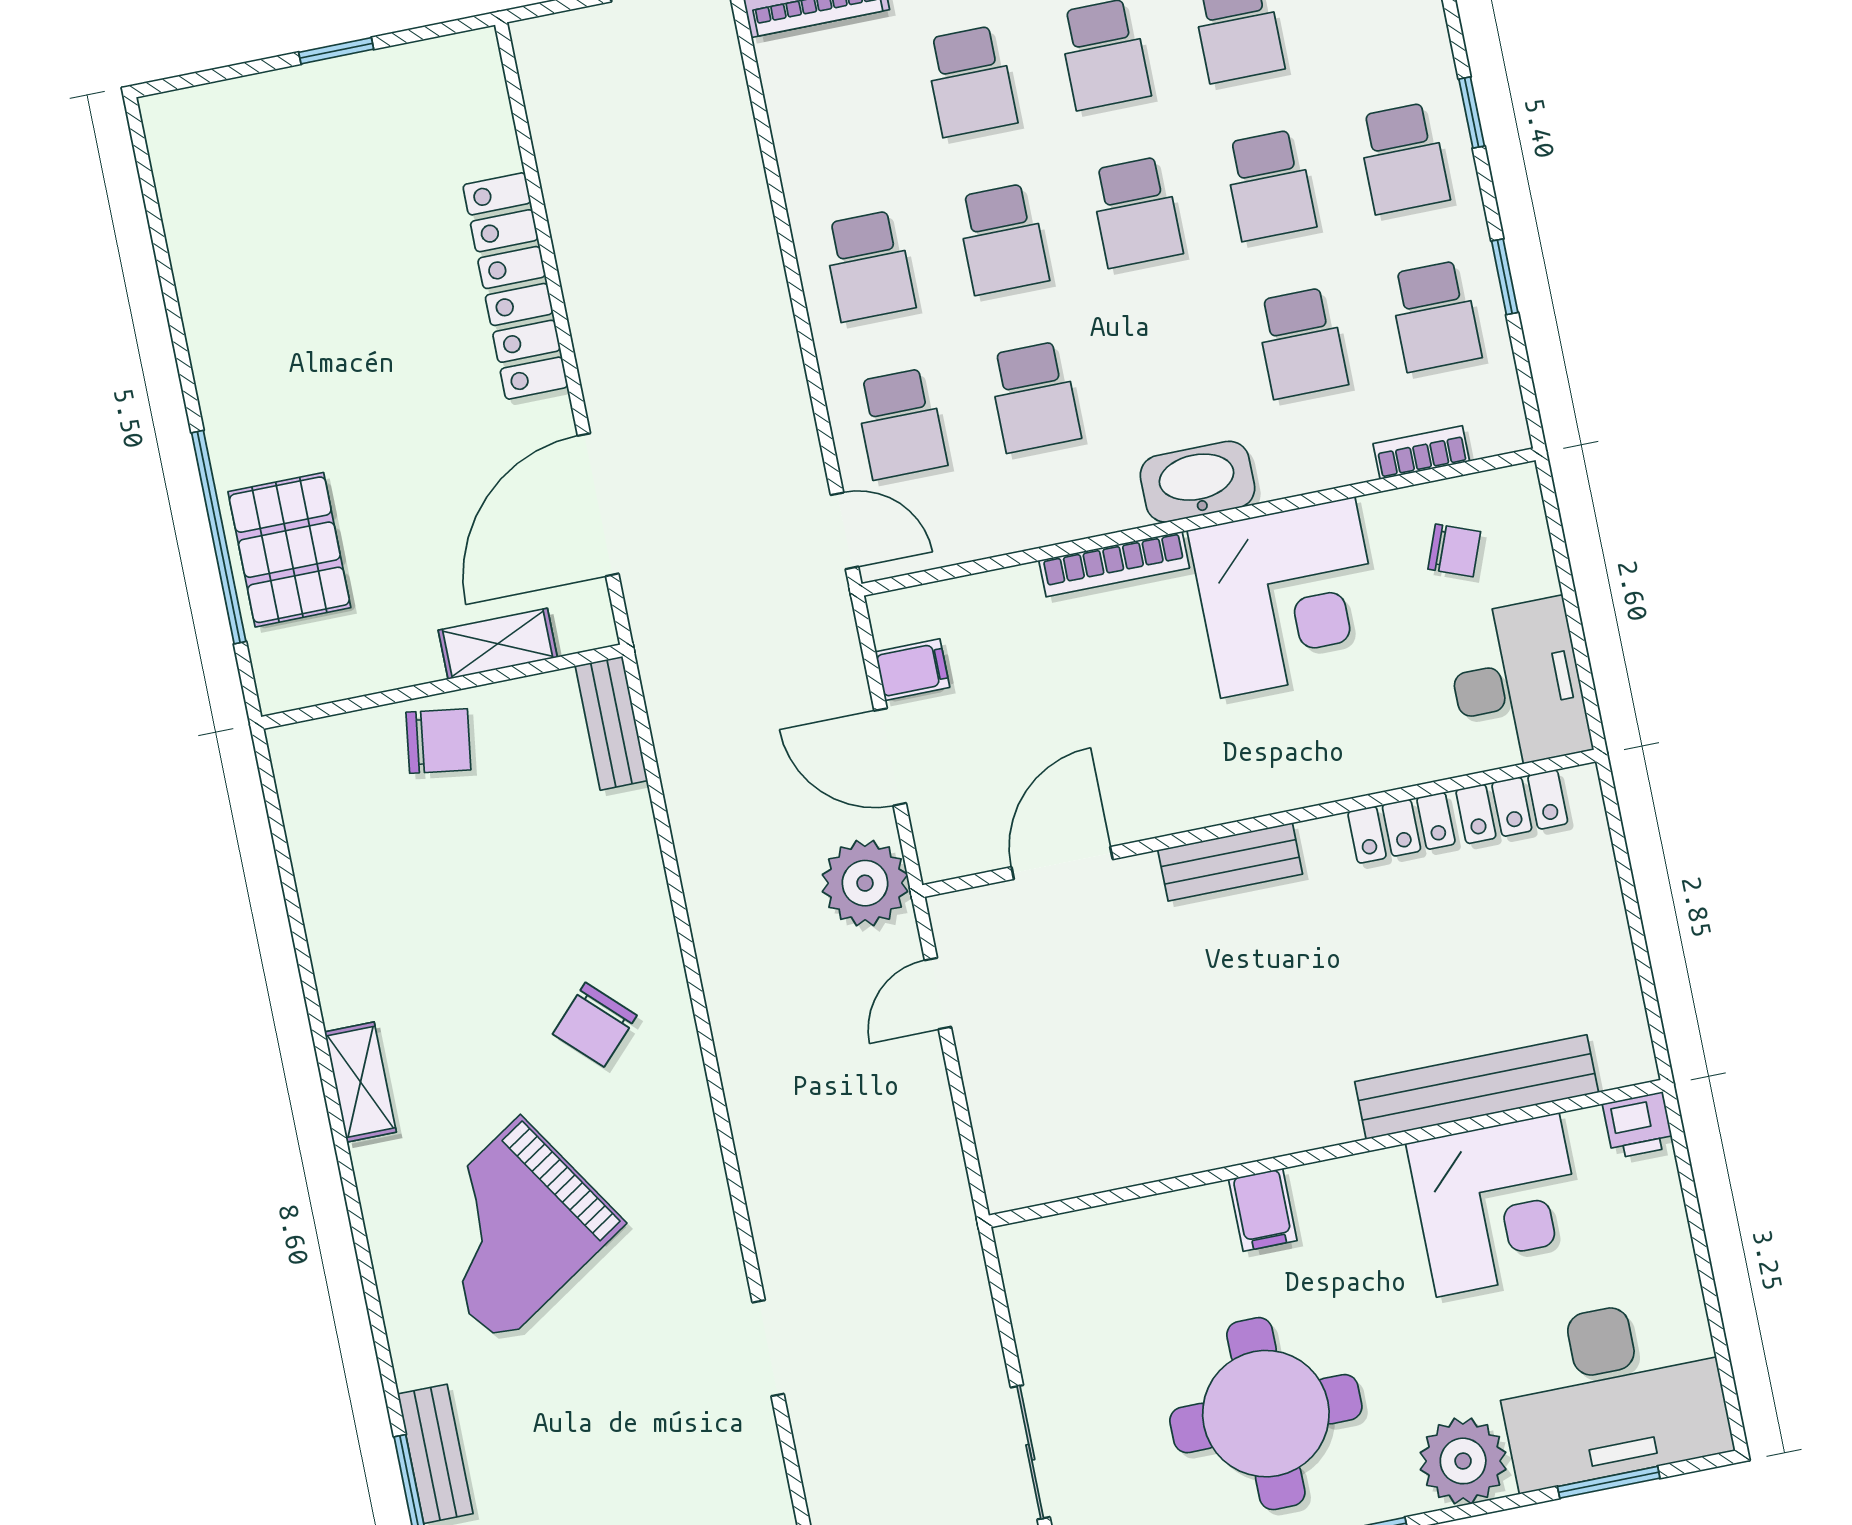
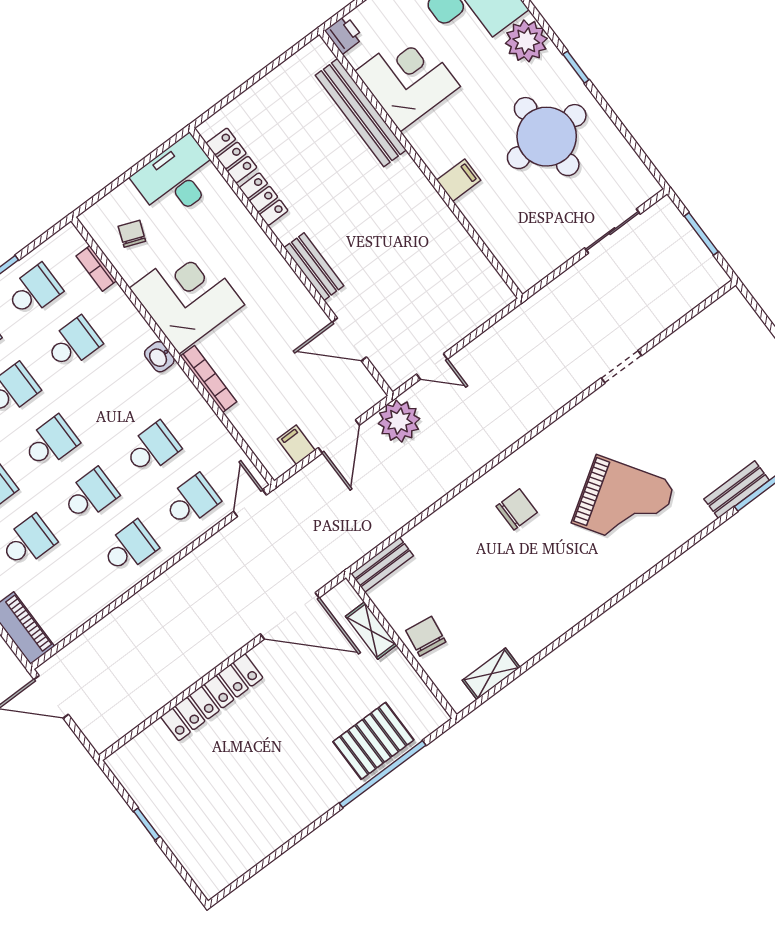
washbasin: (1197, 482) -> (159, 357), width x0.52, depth x0.69
chair: (595, 1025) -> (517, 509), turned -44
shelving: (360, 1082) -> (491, 674), moved

